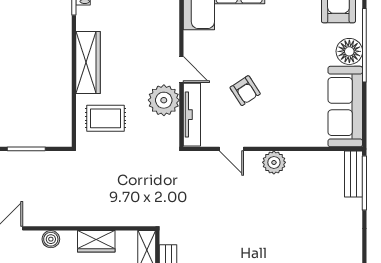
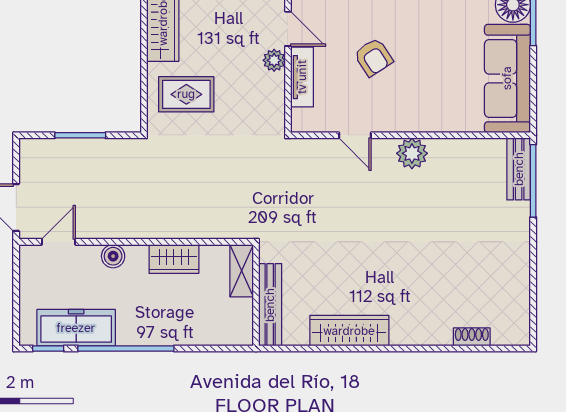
plant: (164, 100) -> (274, 60), width x0.53, depth x0.53
tv unit: (192, 115) -> (302, 77), width x0.71

